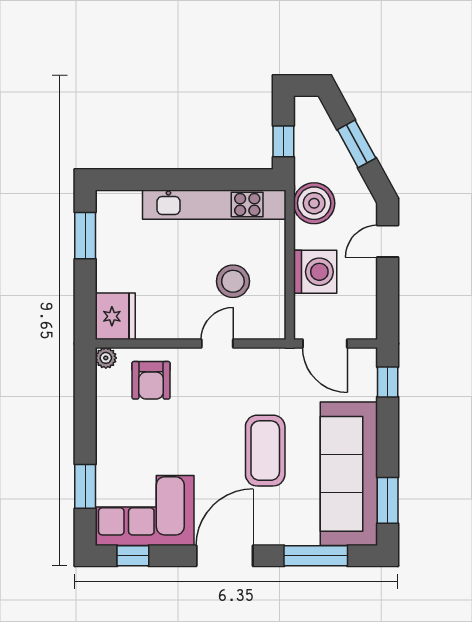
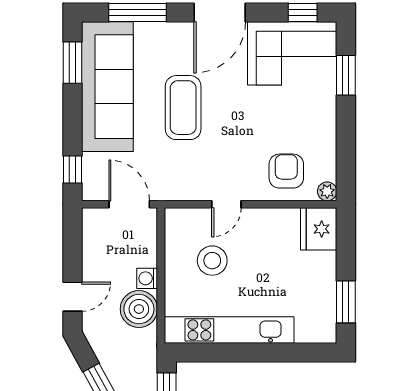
boiler: (314, 203) -> (139, 309), moved
washing machine: (315, 272) -> (147, 278), width x0.53, depth x0.53

